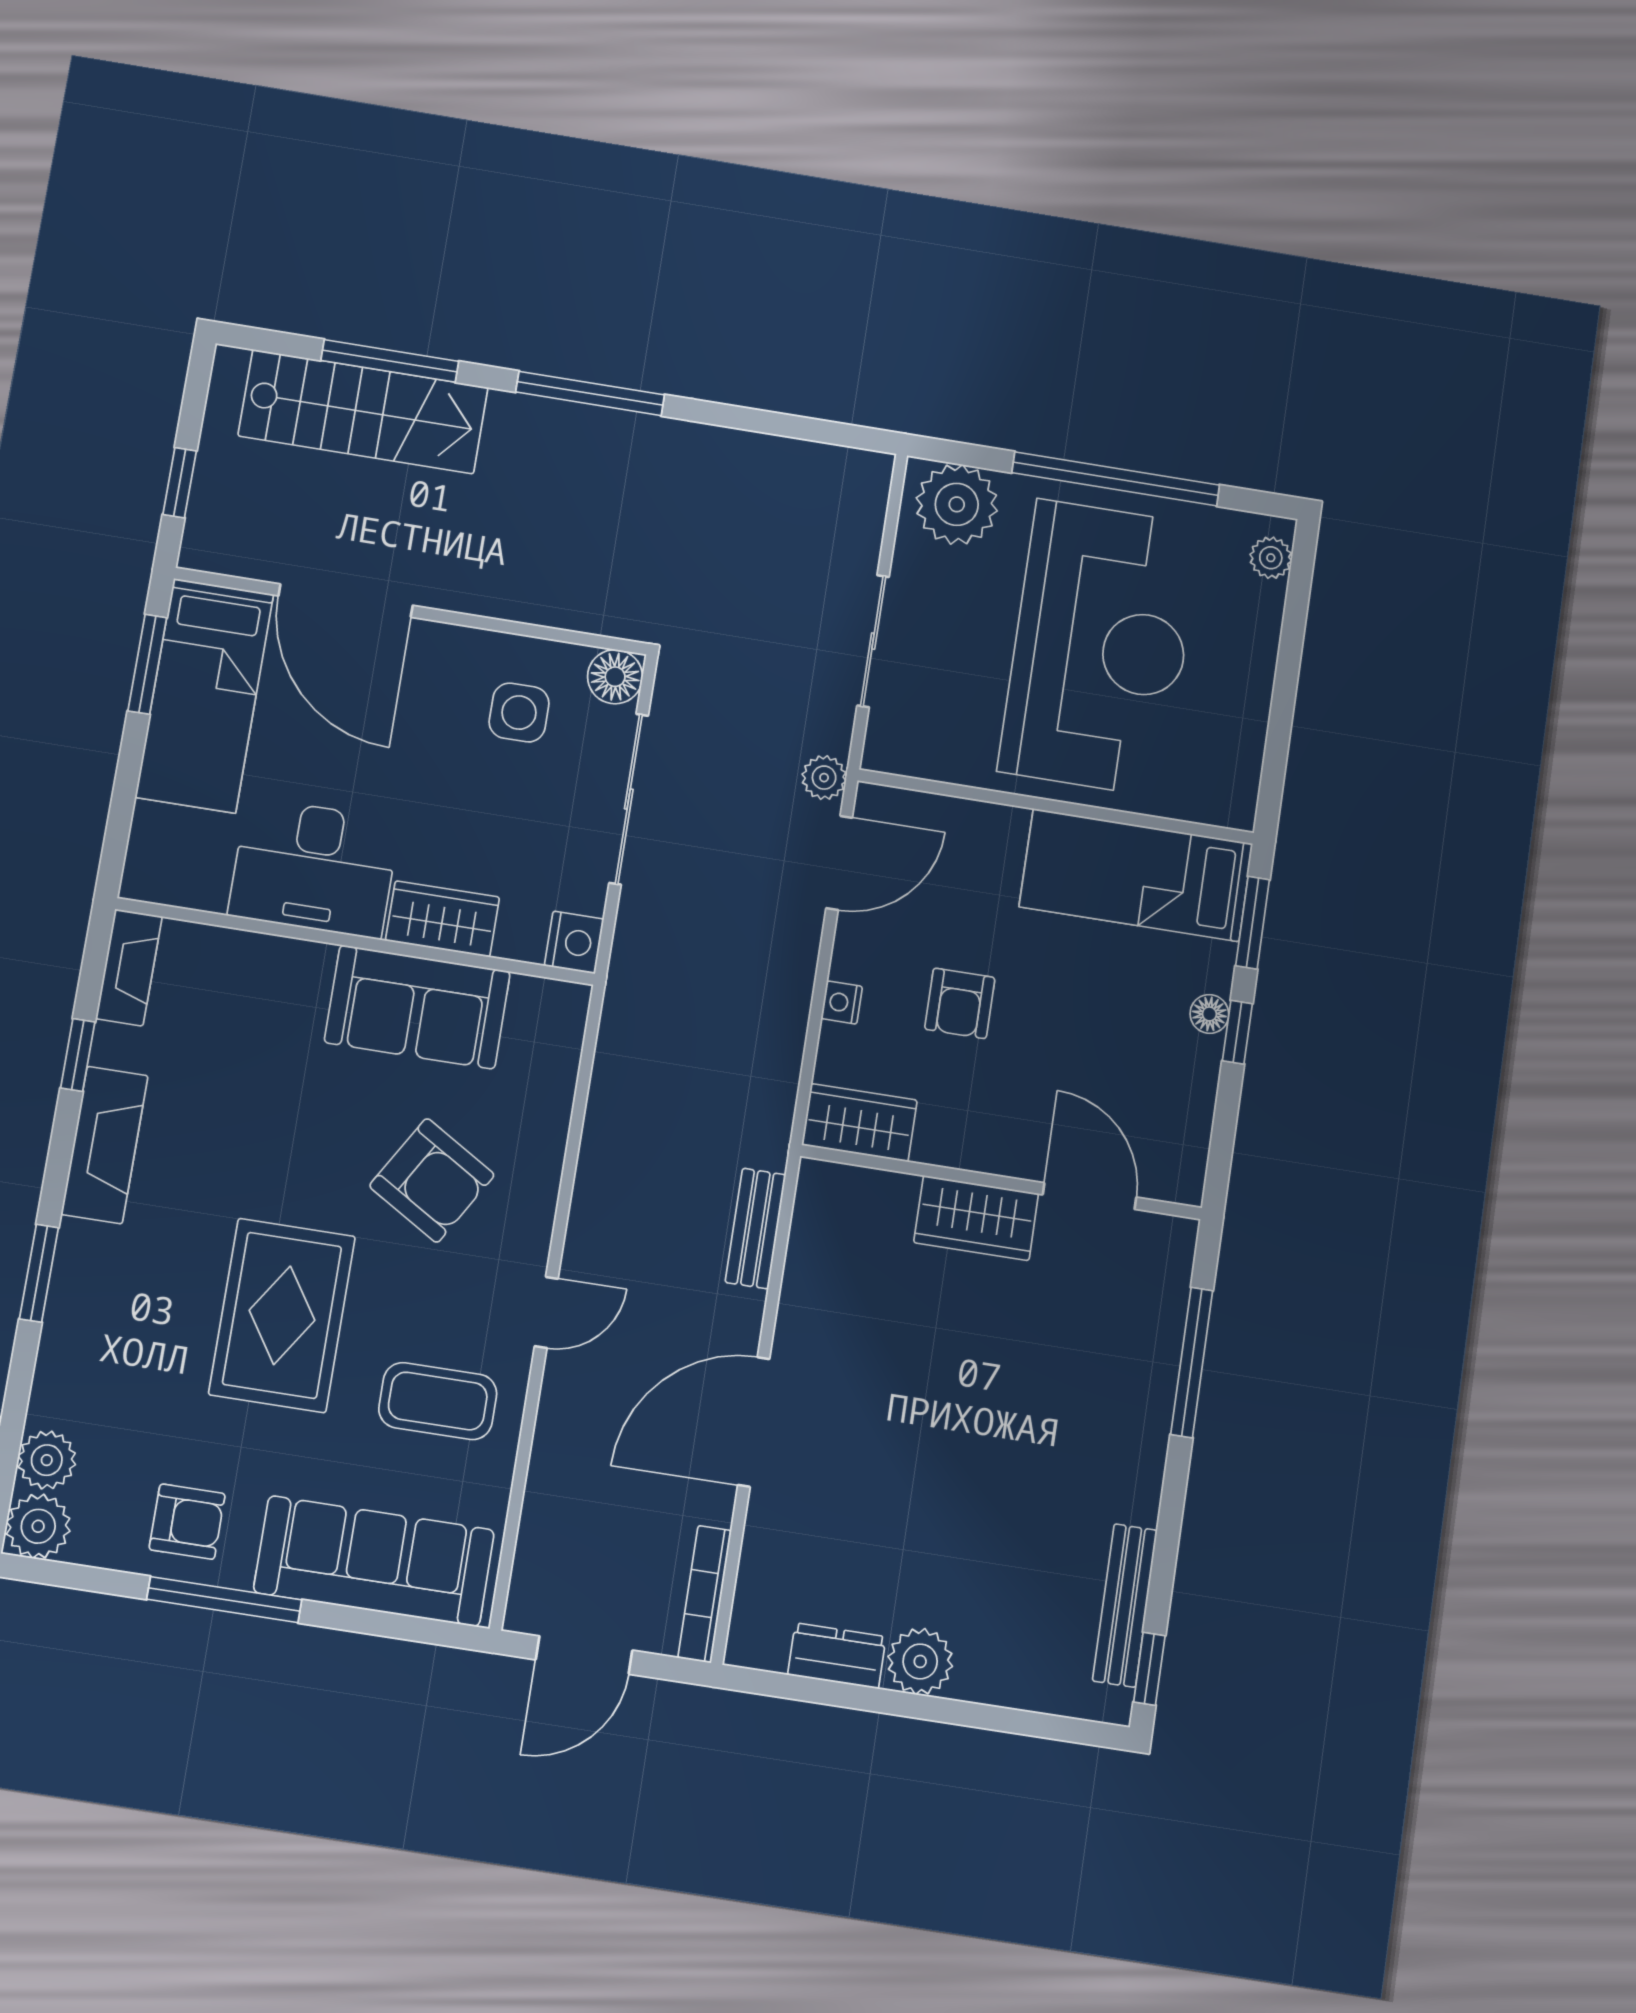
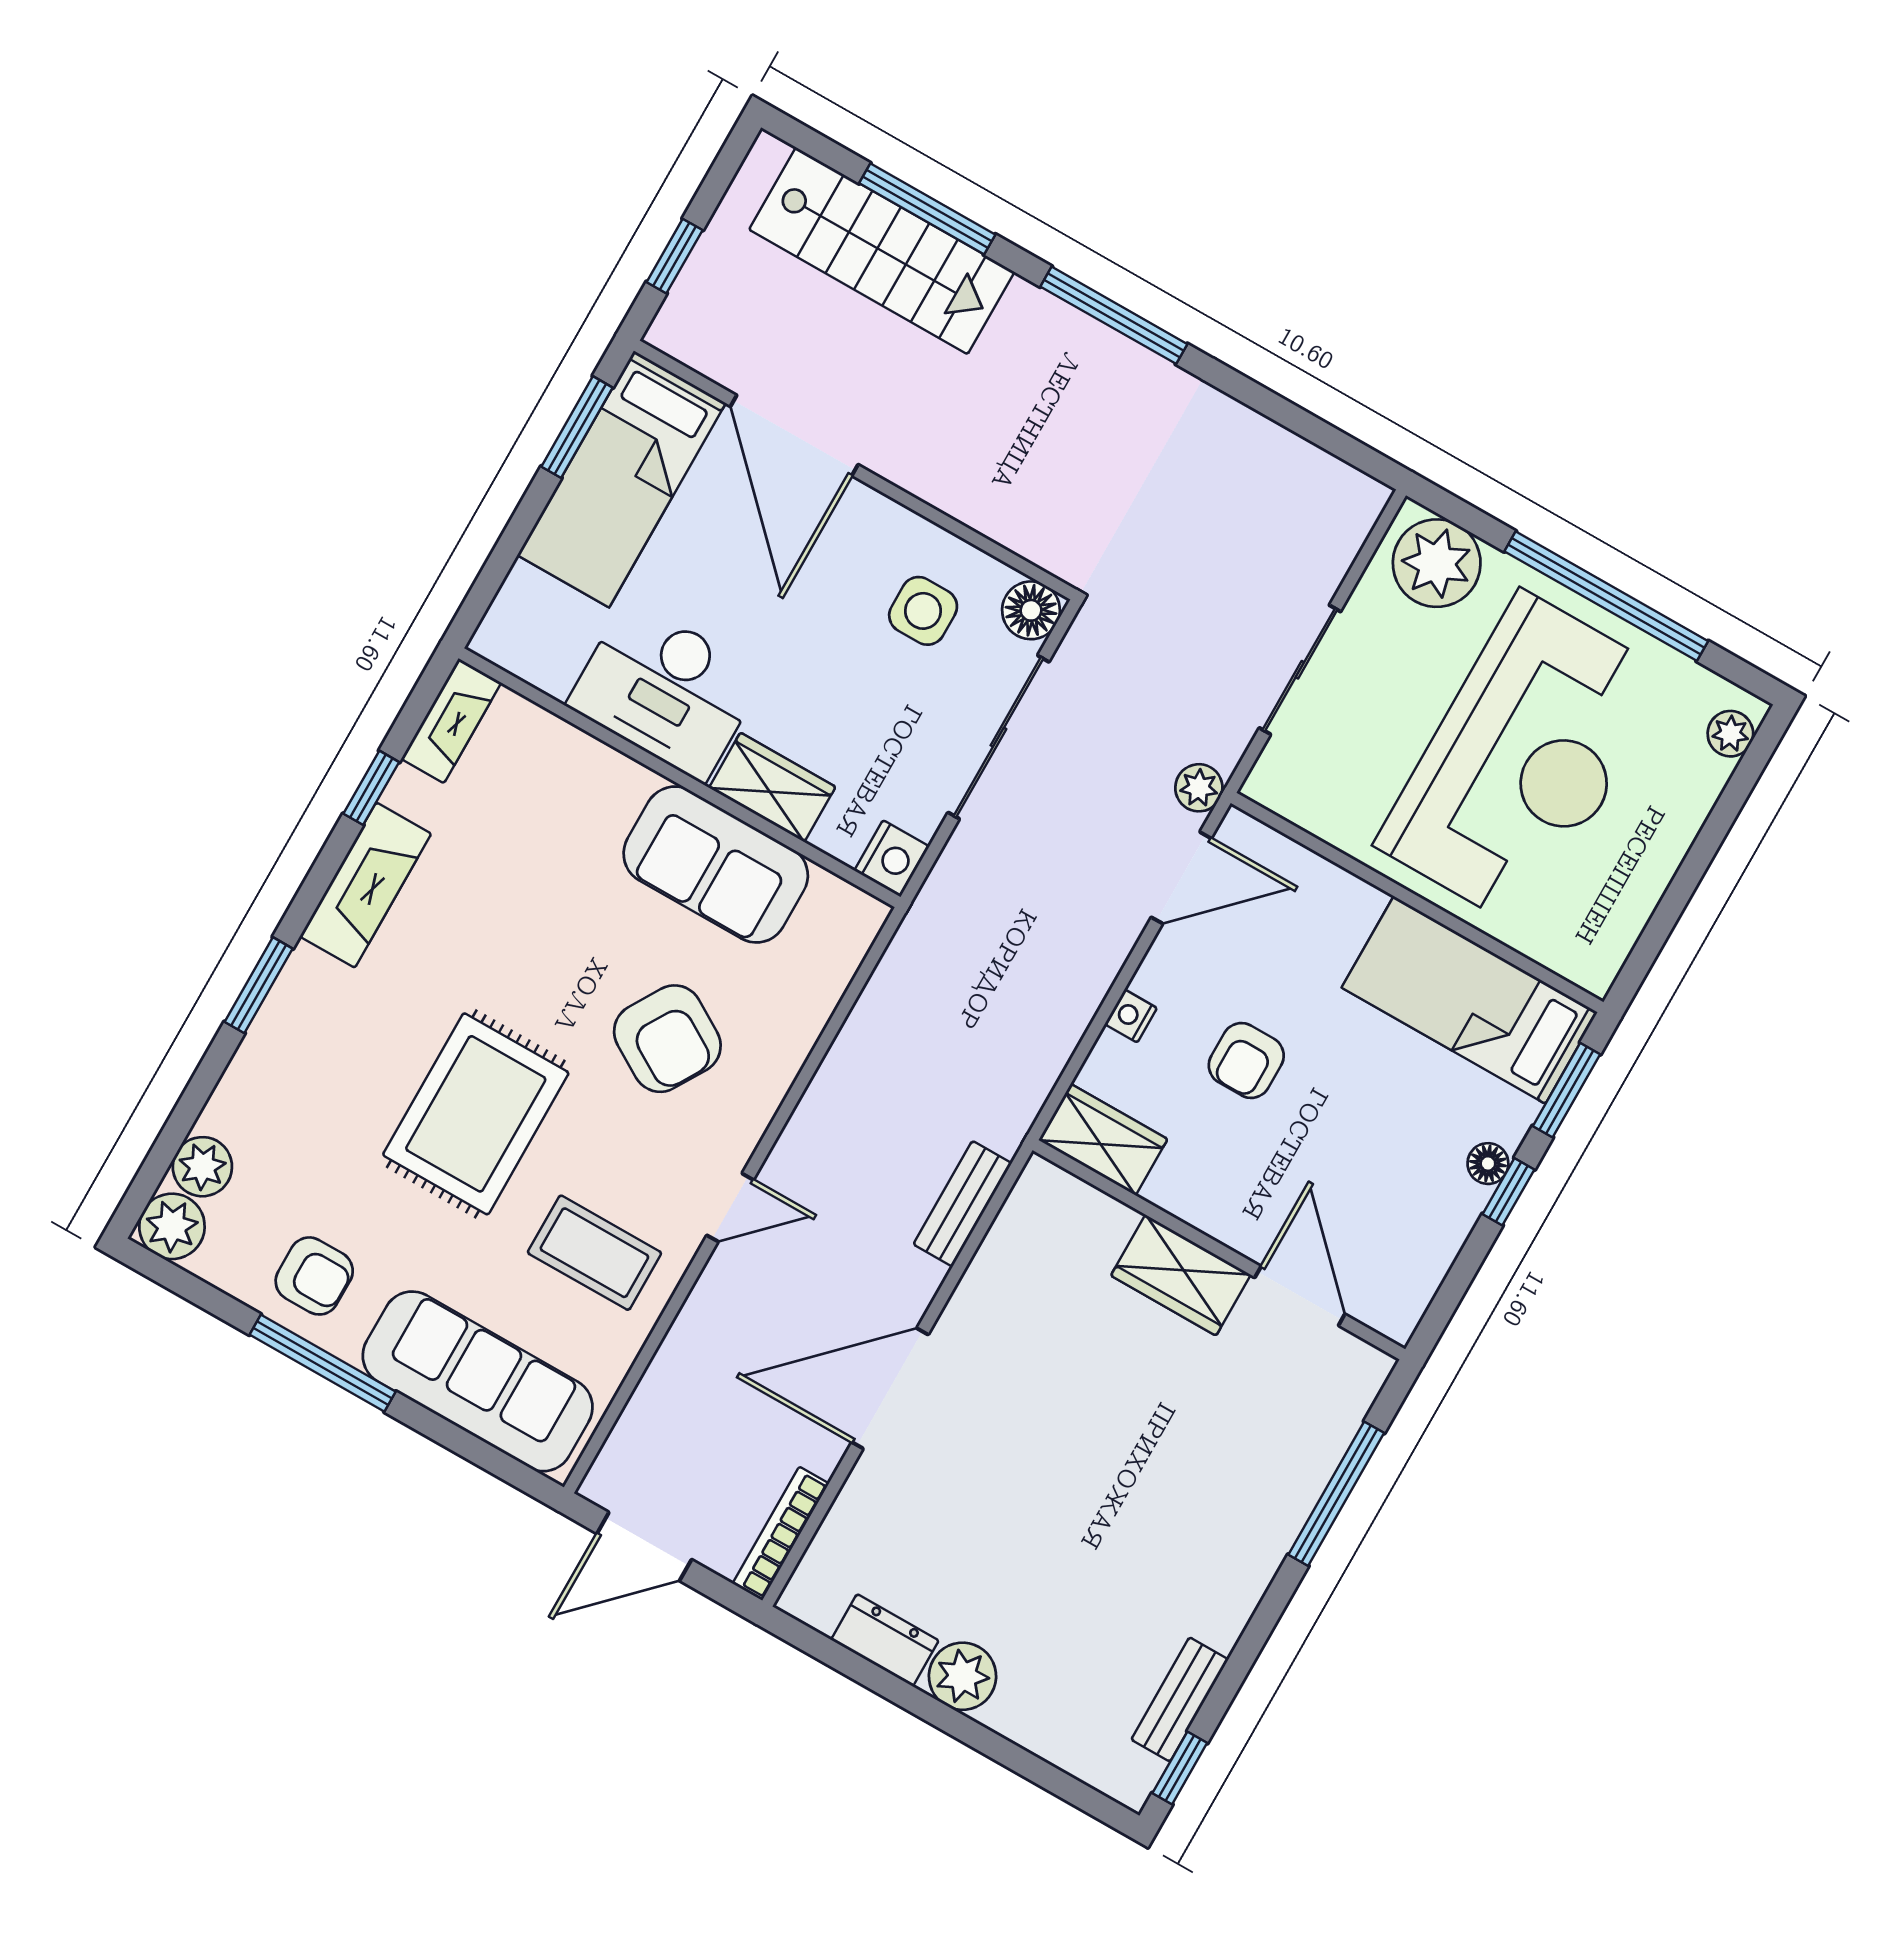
bench: (1125, 1605) -> (1180, 1699), width x0.73

